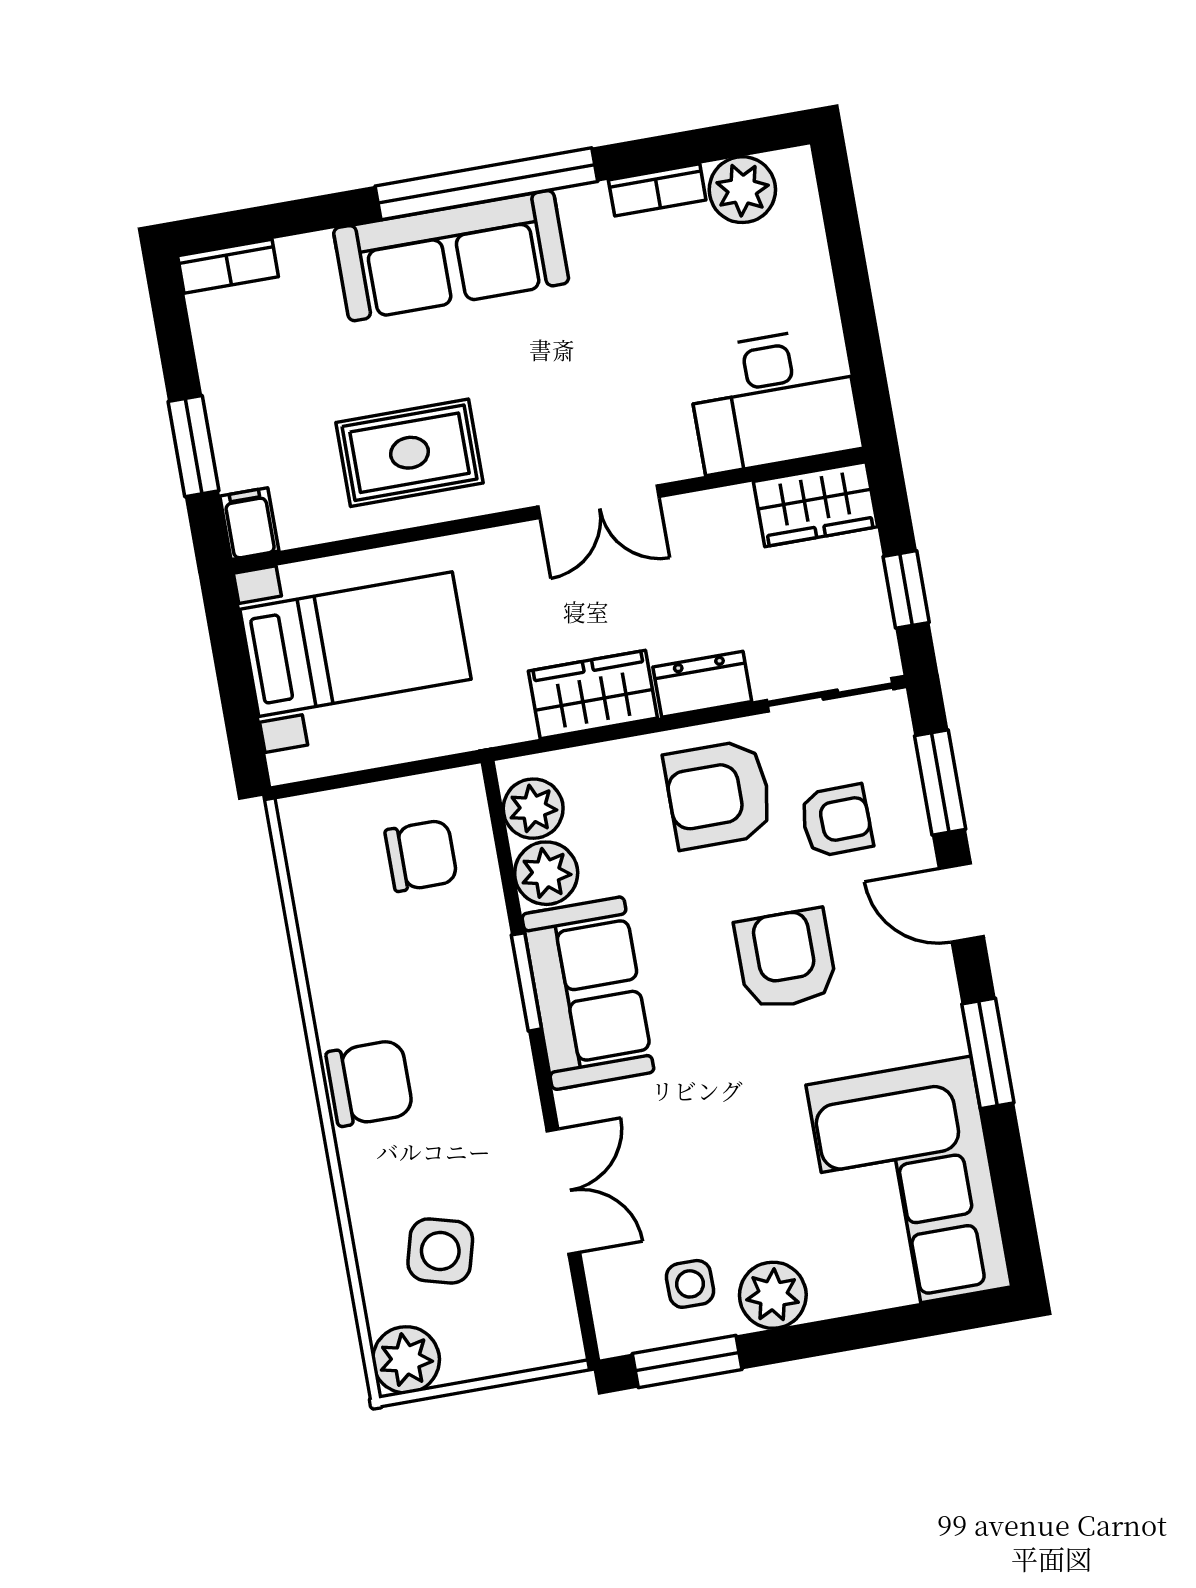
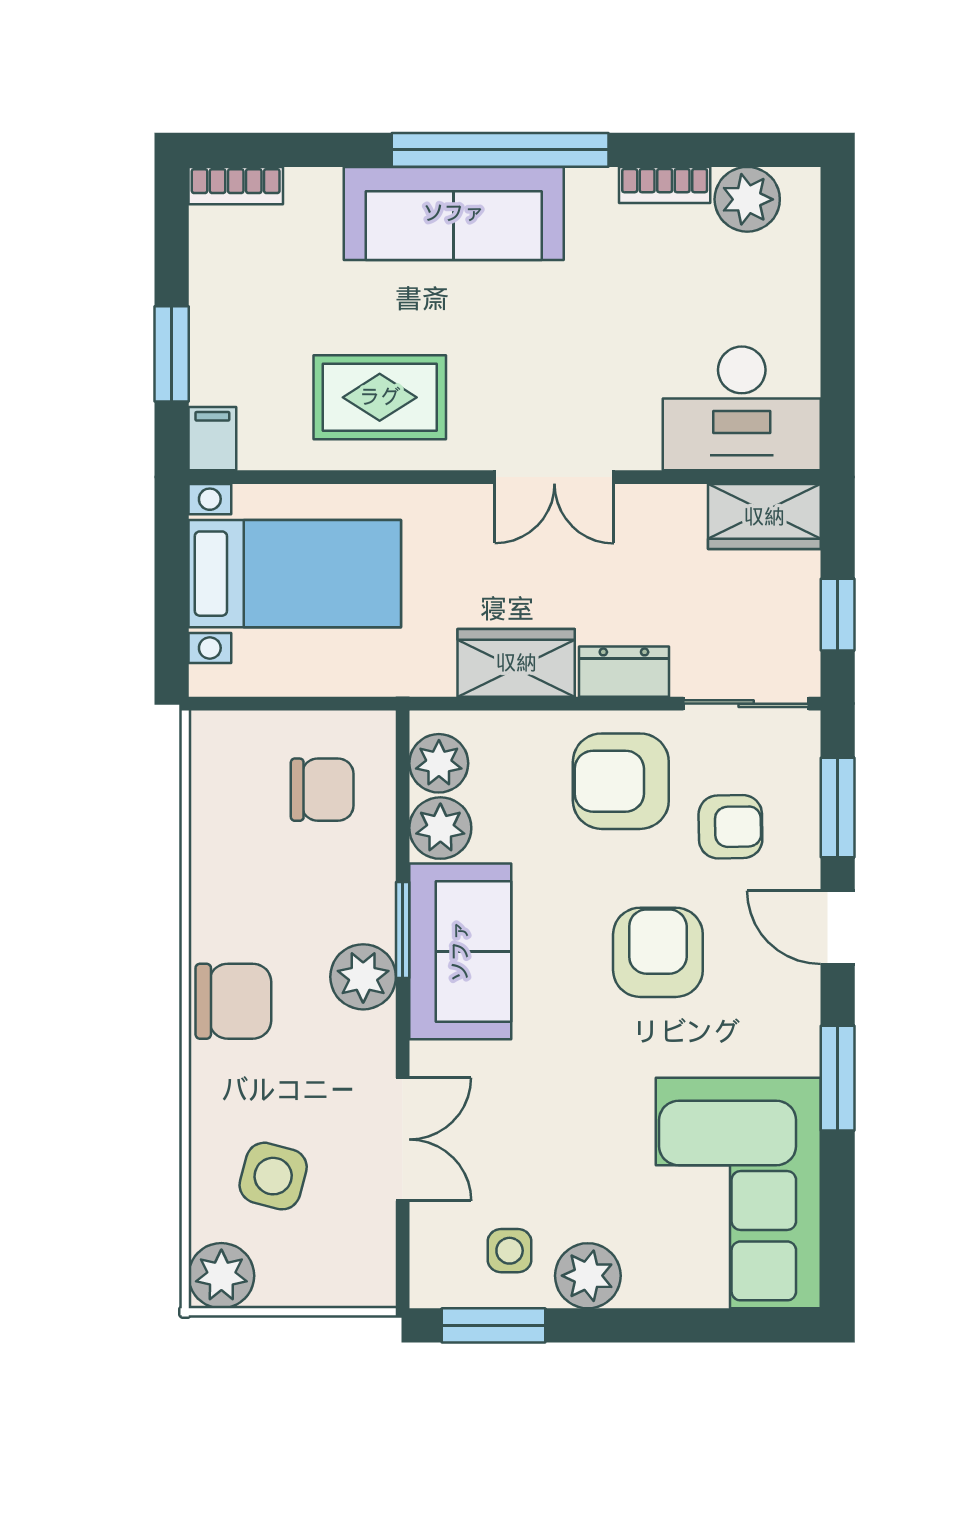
plant: (495, 1036) -> (363, 977), added

